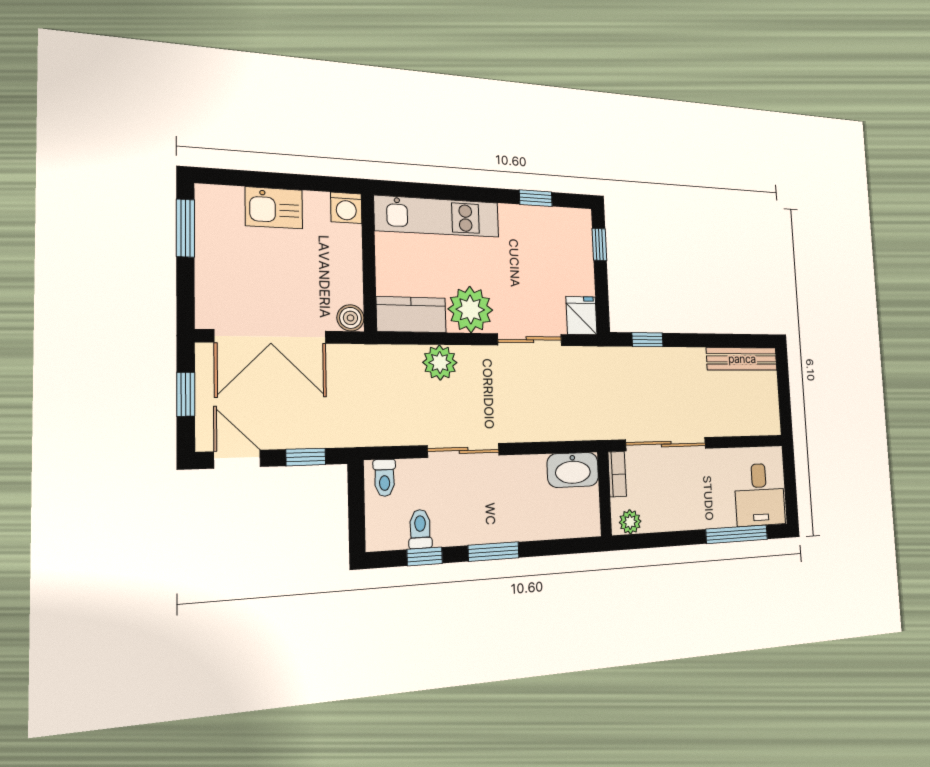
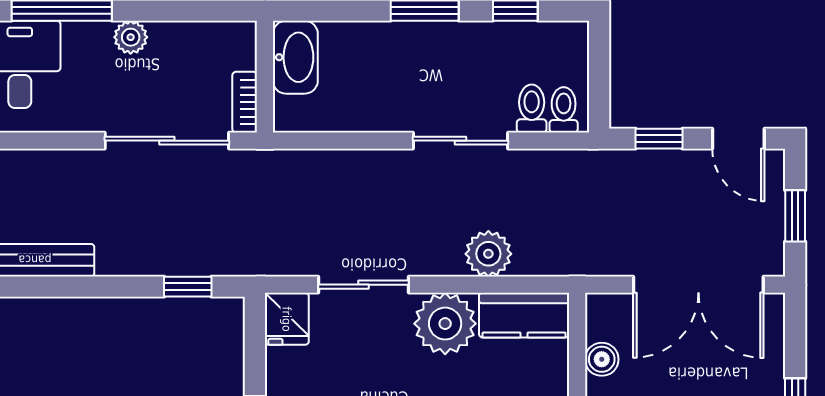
boiler: (350, 318) -> (602, 359), moved
double door: (271, 337) -> (698, 285), swing flipped
washbasin: (573, 470) -> (295, 57), moved, turned 90
plant: (630, 522) -> (131, 37), moved
toilet: (420, 529) -> (532, 109), moved, turned 180

